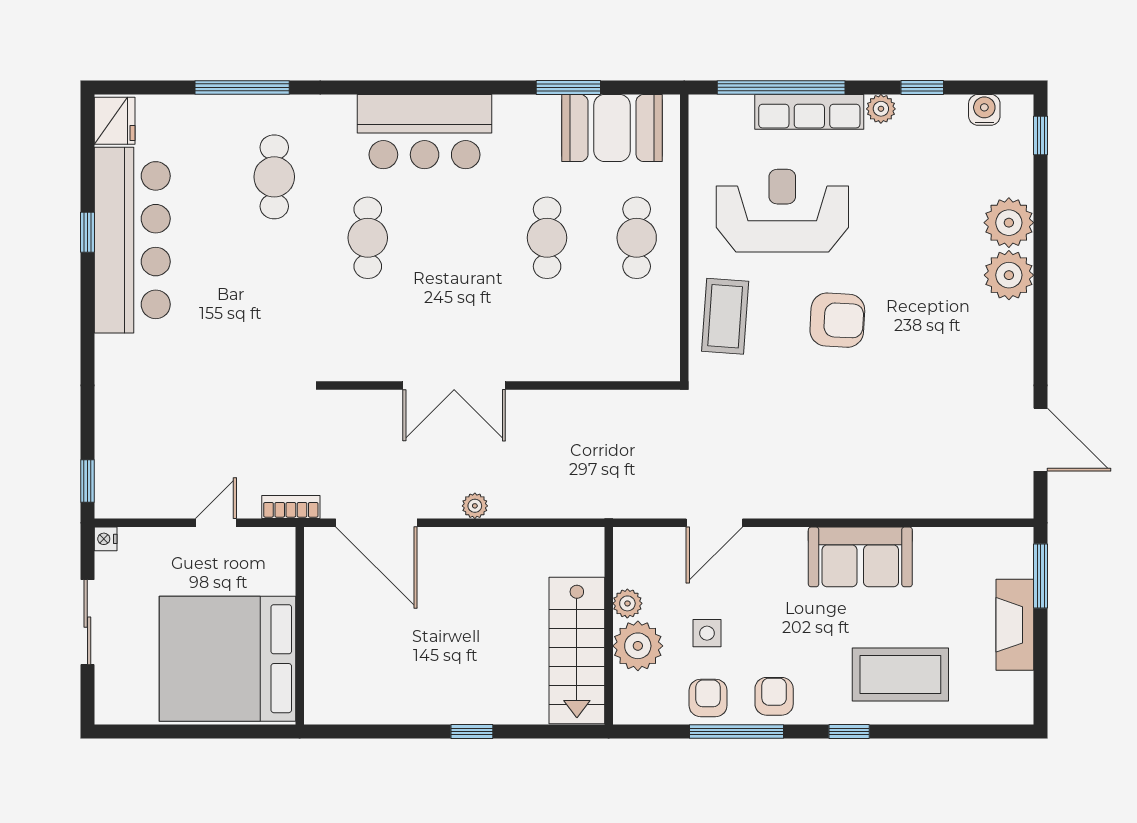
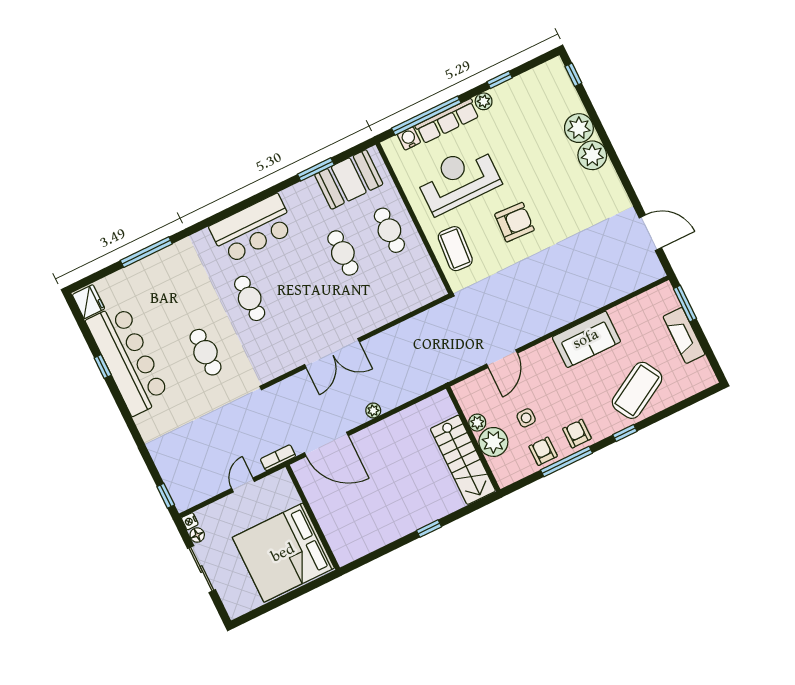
water cooler: (984, 110) -> (409, 138), moved
cafe table: (274, 177) -> (206, 352), moved
floor lamp: (107, 566) -> (197, 535), added
coffee table: (900, 675) -> (637, 390), turned -30

